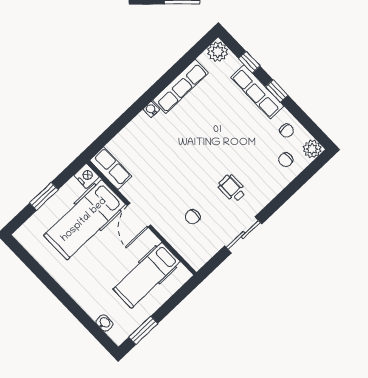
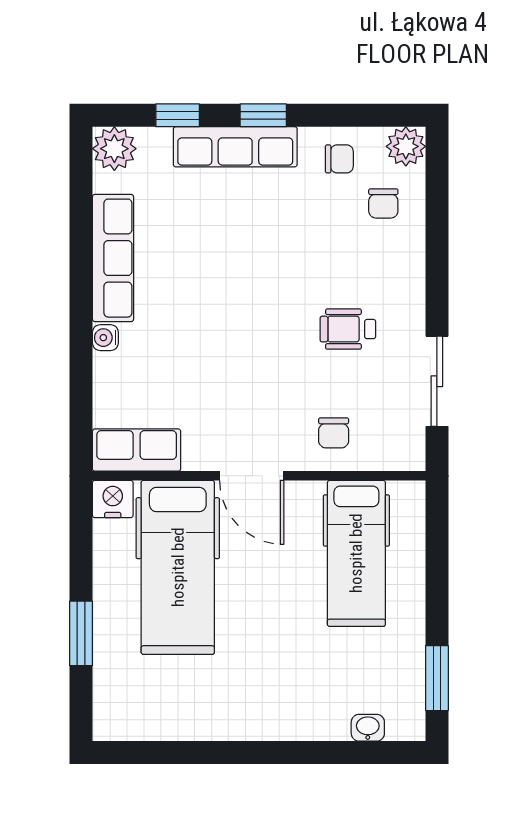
row of seats: (111, 168) -> (137, 450), moved
nightstand: (87, 176) -> (113, 499), moved
door: (139, 215) -> (252, 476), moved
wall: (141, 218) -> (259, 476), moved
hospital bed: (84, 220) -> (178, 567), moved
hospital bed: (147, 275) -> (356, 553), moved

